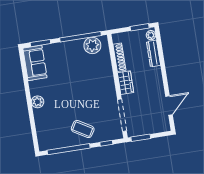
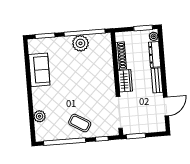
plant: (92, 45) -> (80, 43), moved
sofa: (35, 63) -> (39, 70), moved
bench: (158, 80) -> (157, 80), added
plant: (38, 102) -> (40, 116), moved

